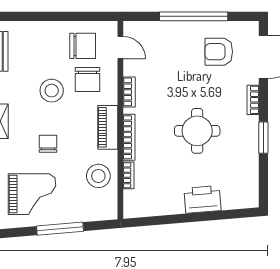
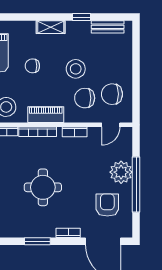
plant: (179, 35) -> (121, 172), added
chair: (83, 46) -> (112, 94), turned 90
chair: (48, 144) -> (32, 66), turned 180

